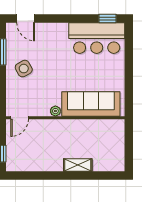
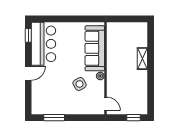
door: (26, 18) -> (28, 73), moved
side table: (24, 69) -> (79, 84), moved

